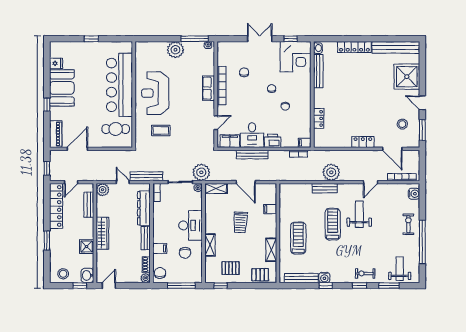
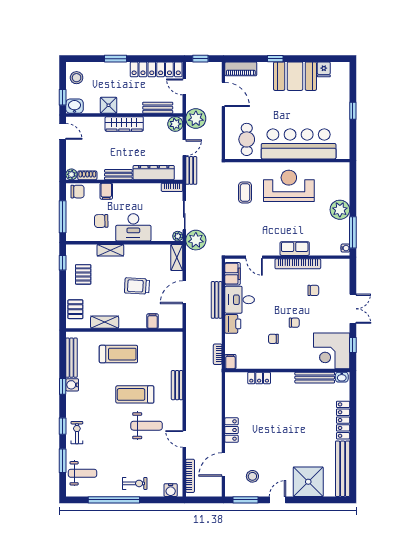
plant: (331, 172) -> (196, 119), moved
bench: (146, 176) -> (191, 170), width x0.73
treadmill: (333, 224) -> (135, 394), turned 180

